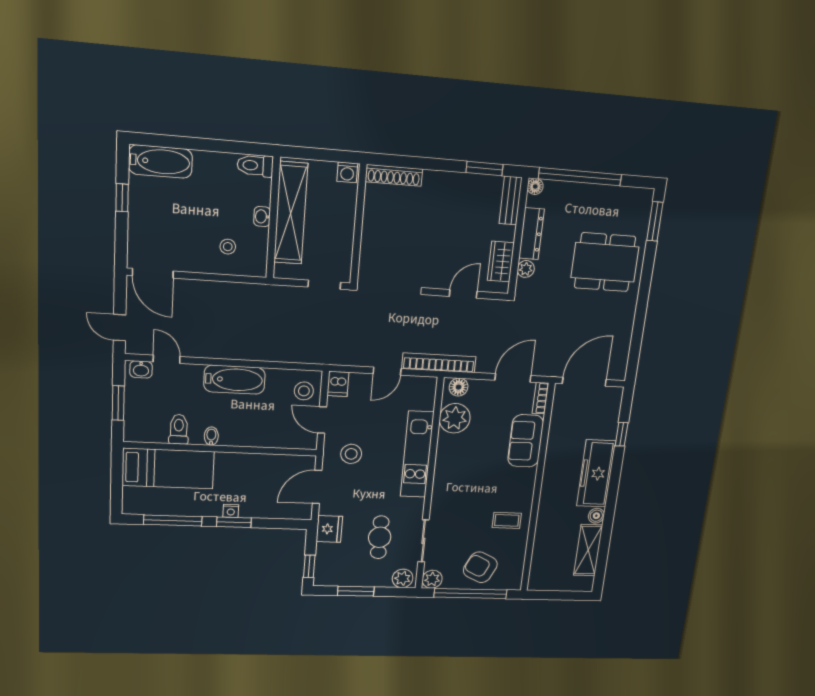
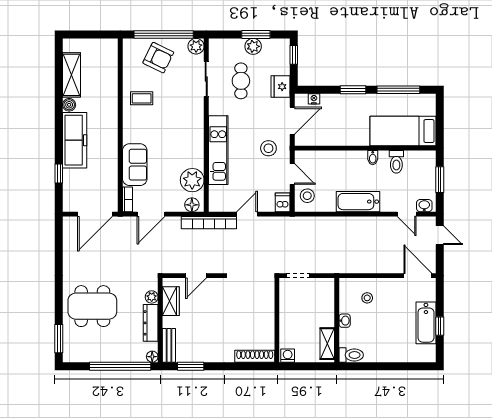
bathtub: (160, 162) -> (426, 323), moved, turned -90
shelving: (291, 213) -> (327, 344), width x0.45, depth x0.75
nightstand: (231, 511) -> (314, 99), moved
plant: (403, 578) -> (253, 46), moved

